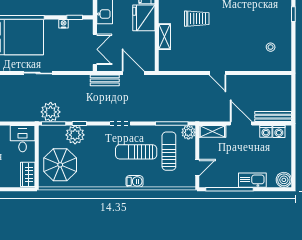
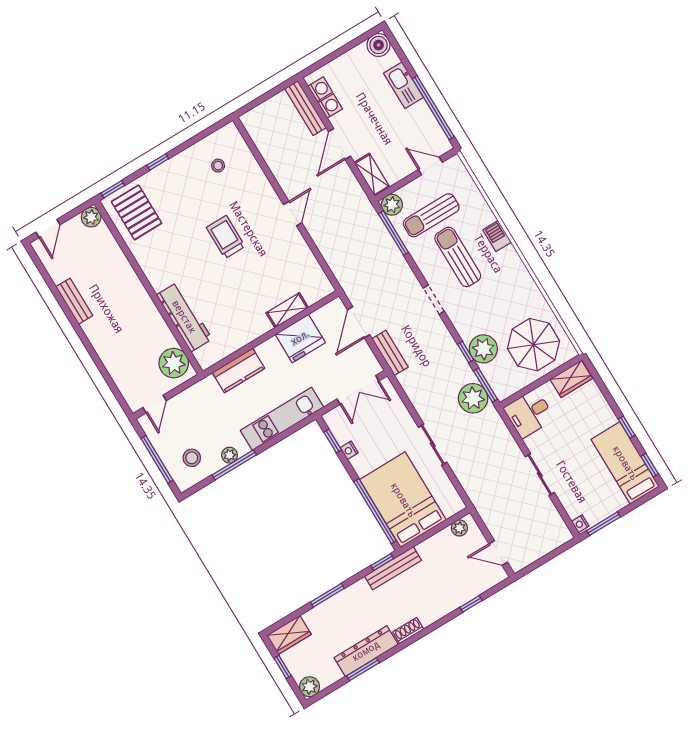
fridge: (144, 18) -> (300, 338), moved
trolley: (197, 19) -> (226, 237), moved
double door: (95, 49) -> (358, 390), swing flipped
sun lounger: (136, 152) -> (458, 257), turned 180

